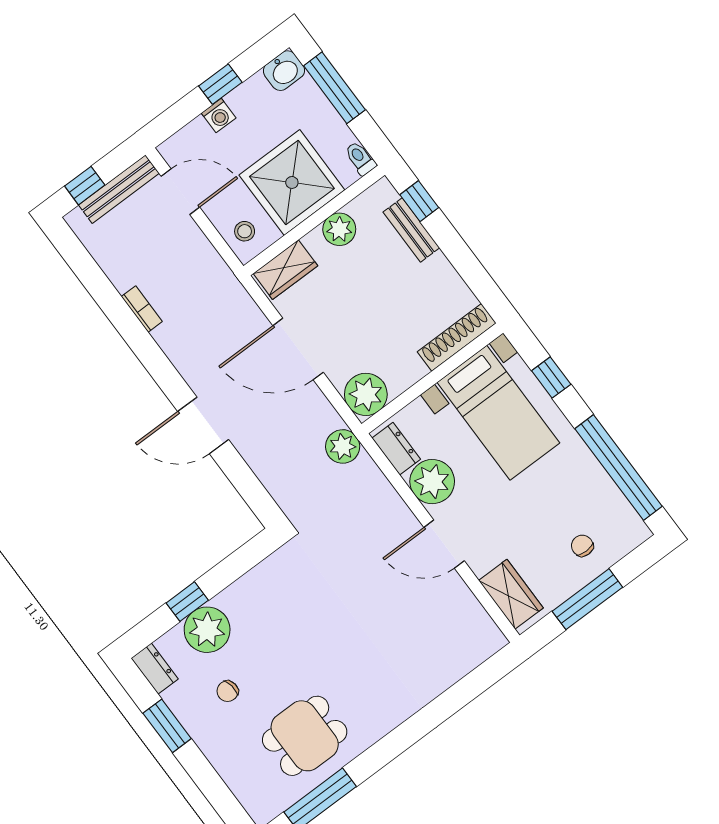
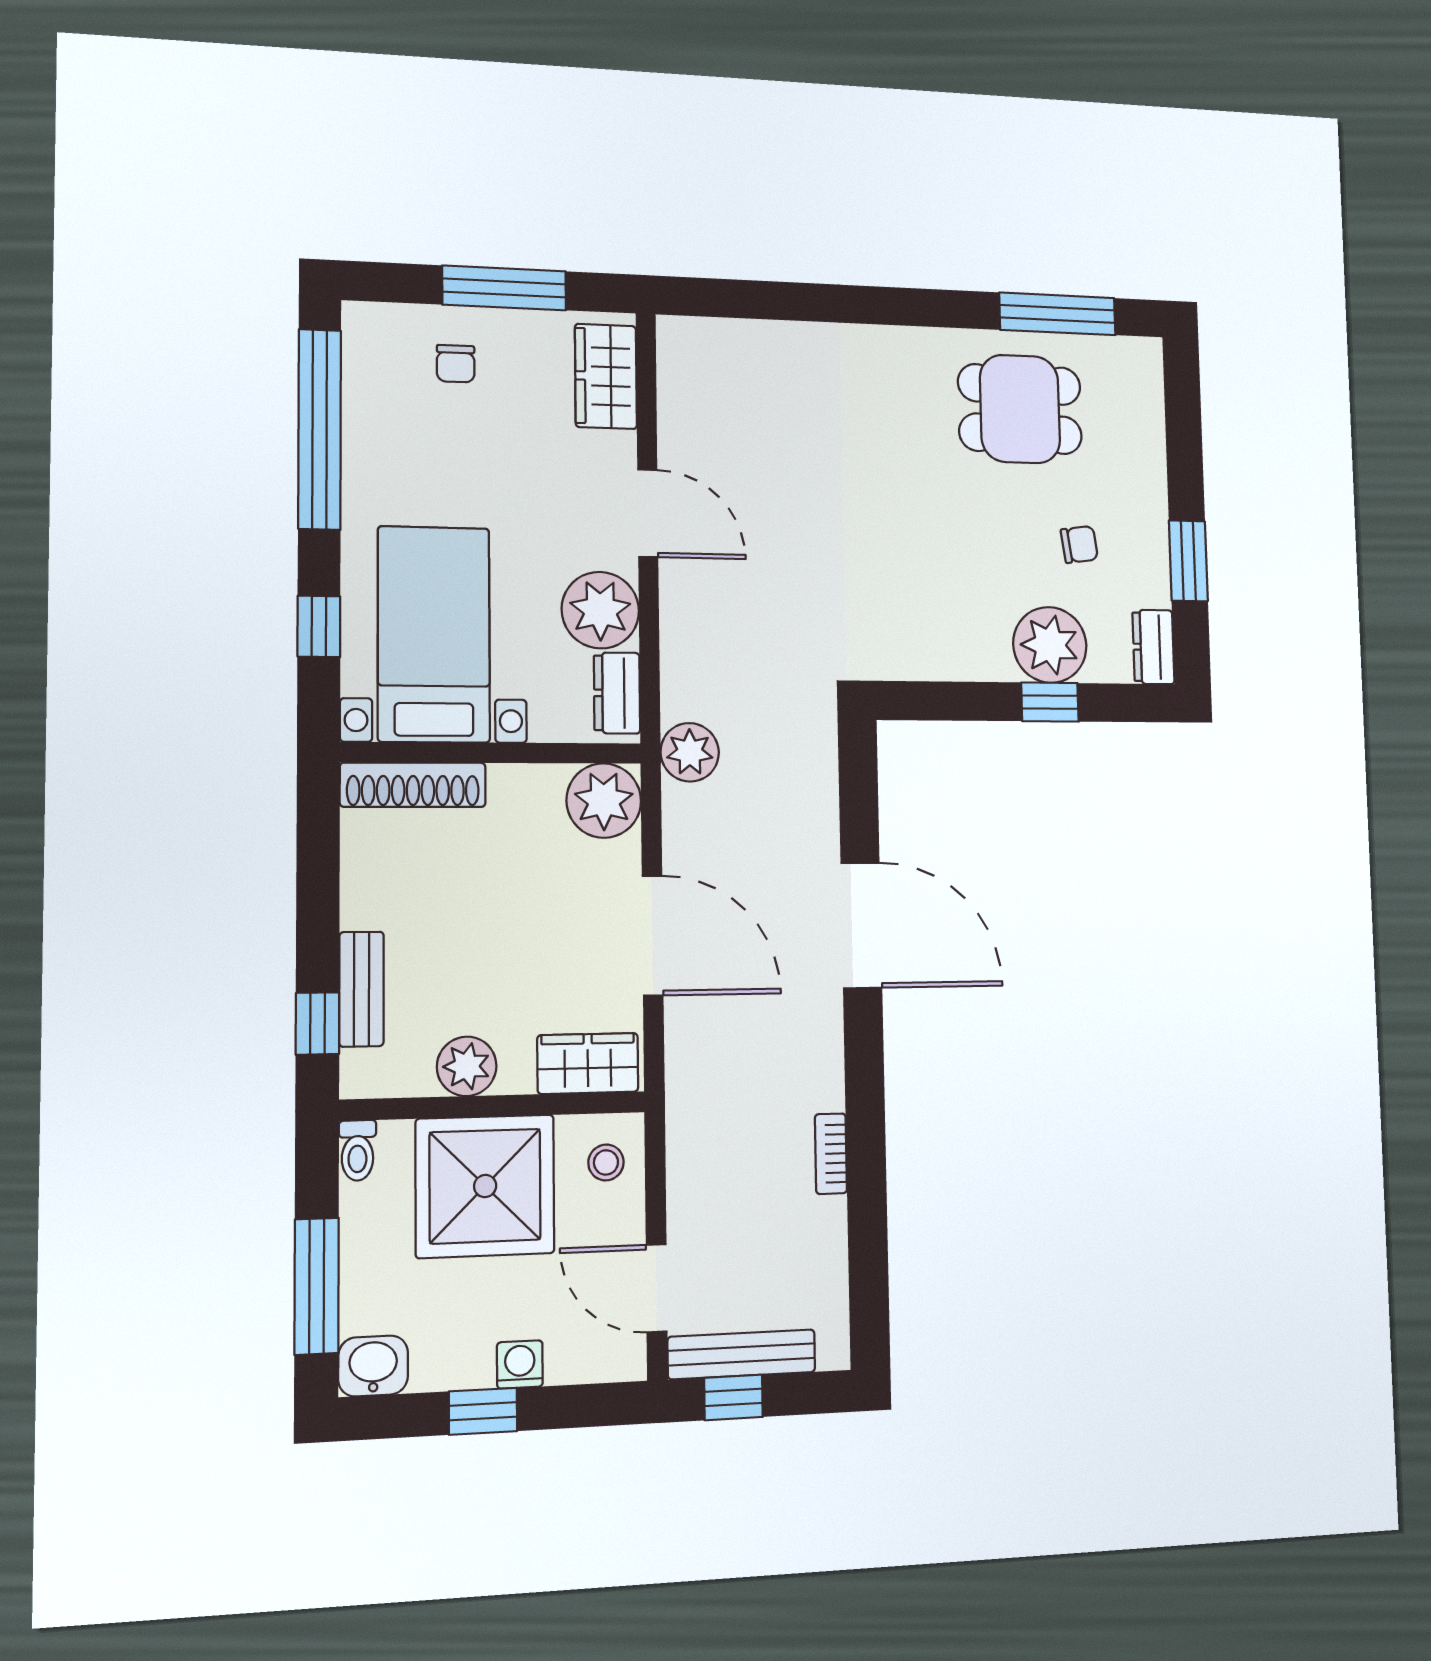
window: (85, 186) -> (733, 1397), moved
door: (203, 426) -> (861, 925), width x1.36

